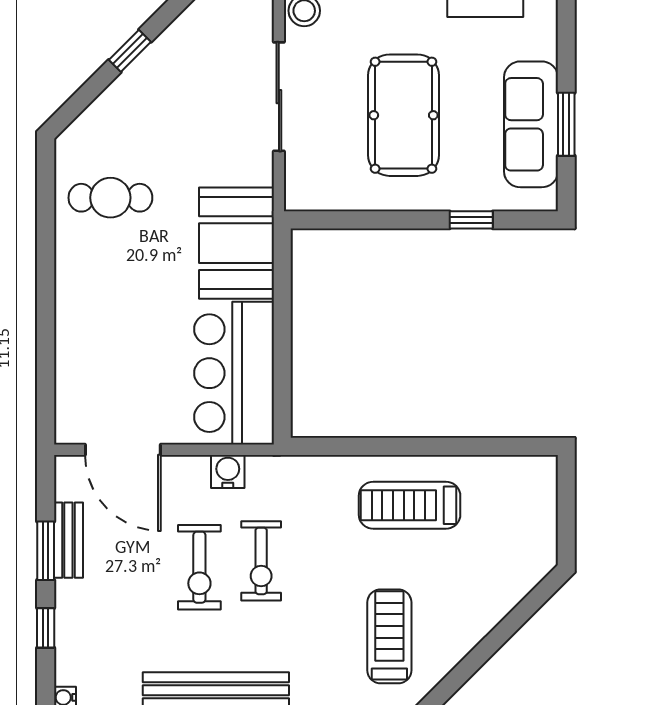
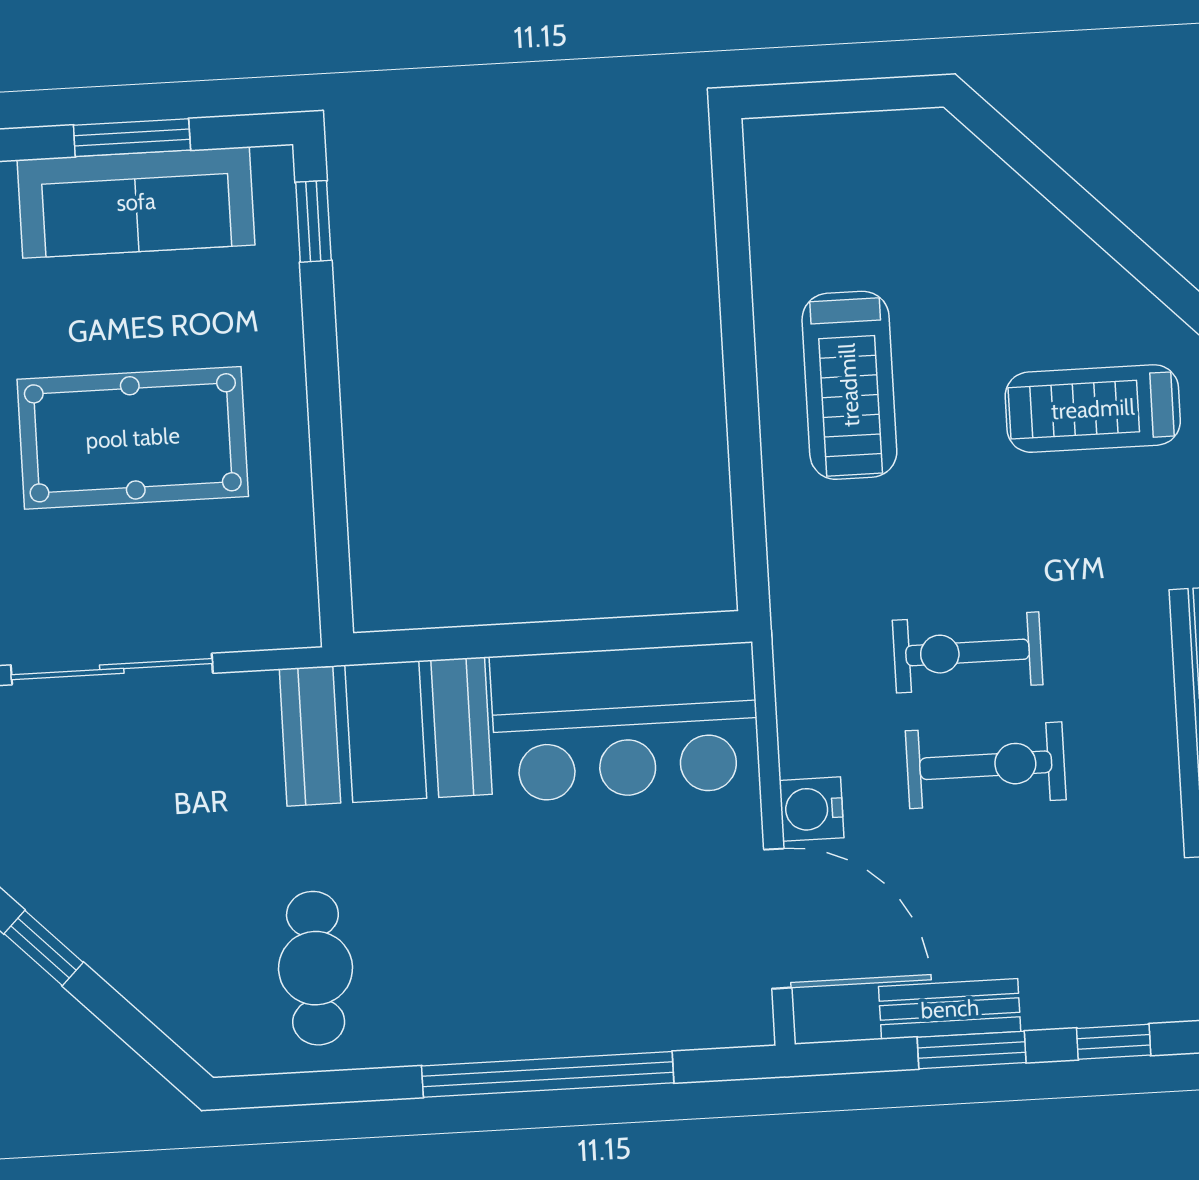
window: (471, 220) -> (313, 221), moved
window: (46, 320) -> (548, 1074), added
door: (123, 450) -> (778, 919), hinge flipped
water cooler: (228, 471) -> (812, 809), moved
exercise bike: (261, 561) -> (968, 652), turned 180

